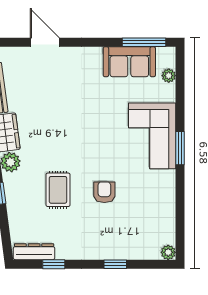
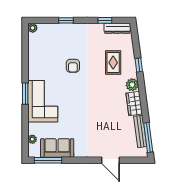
rug: (58, 190) -> (113, 63), moved

